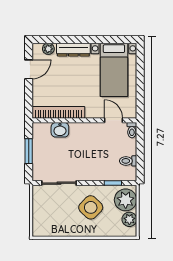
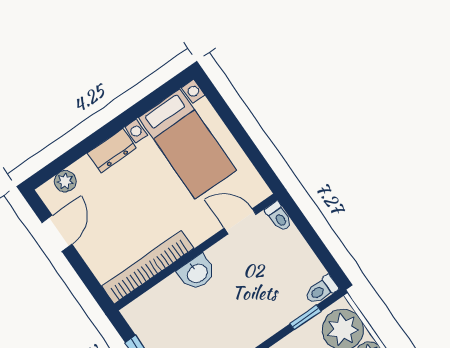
dresser: (73, 50) -> (112, 151), width x0.70
washbasin: (60, 130) -> (197, 273), moved
toilet: (128, 161) -> (321, 290), moved

